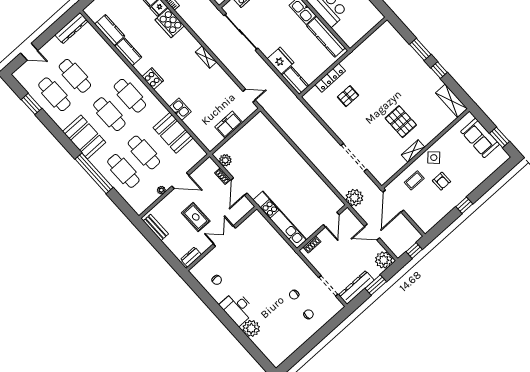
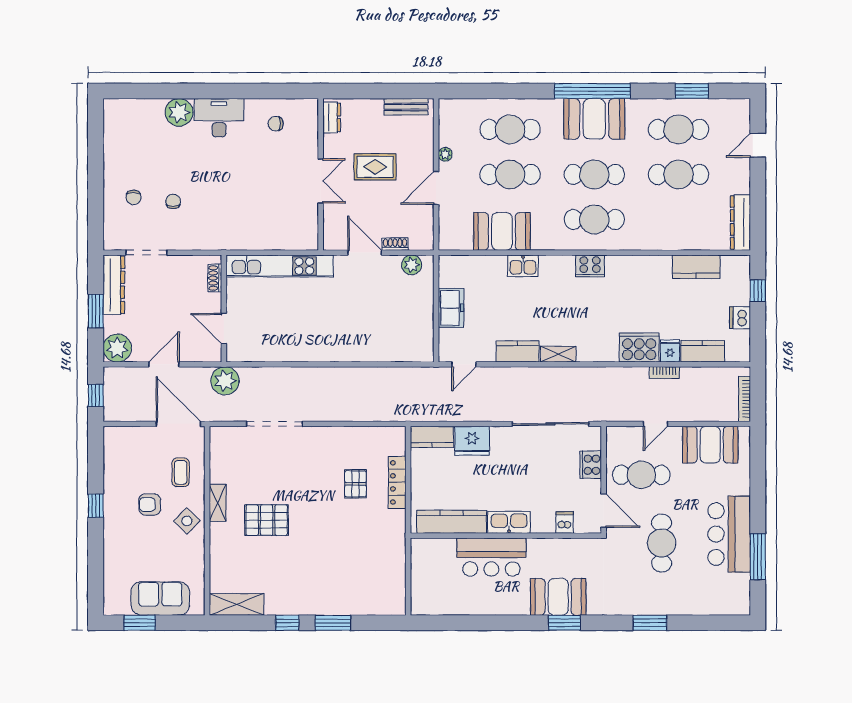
kitchen counter: (128, 52) -> (518, 351), moved, turned 180
window: (94, 173) -> (593, 91), moved

